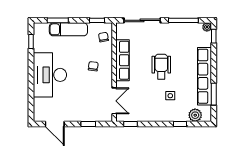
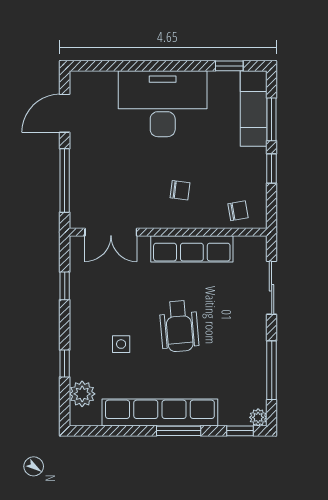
window: (97, 20) -> (272, 168), moved
sliding door: (142, 20) -> (272, 288), width x0.73
exam couch: (68, 29) -> (254, 108), moved
wheelchair: (161, 67) -> (179, 326), turned 85
window: (214, 94) -> (179, 431), moved
window: (88, 124) -> (65, 180), width x2.17
window: (130, 124) -> (65, 286), moved

